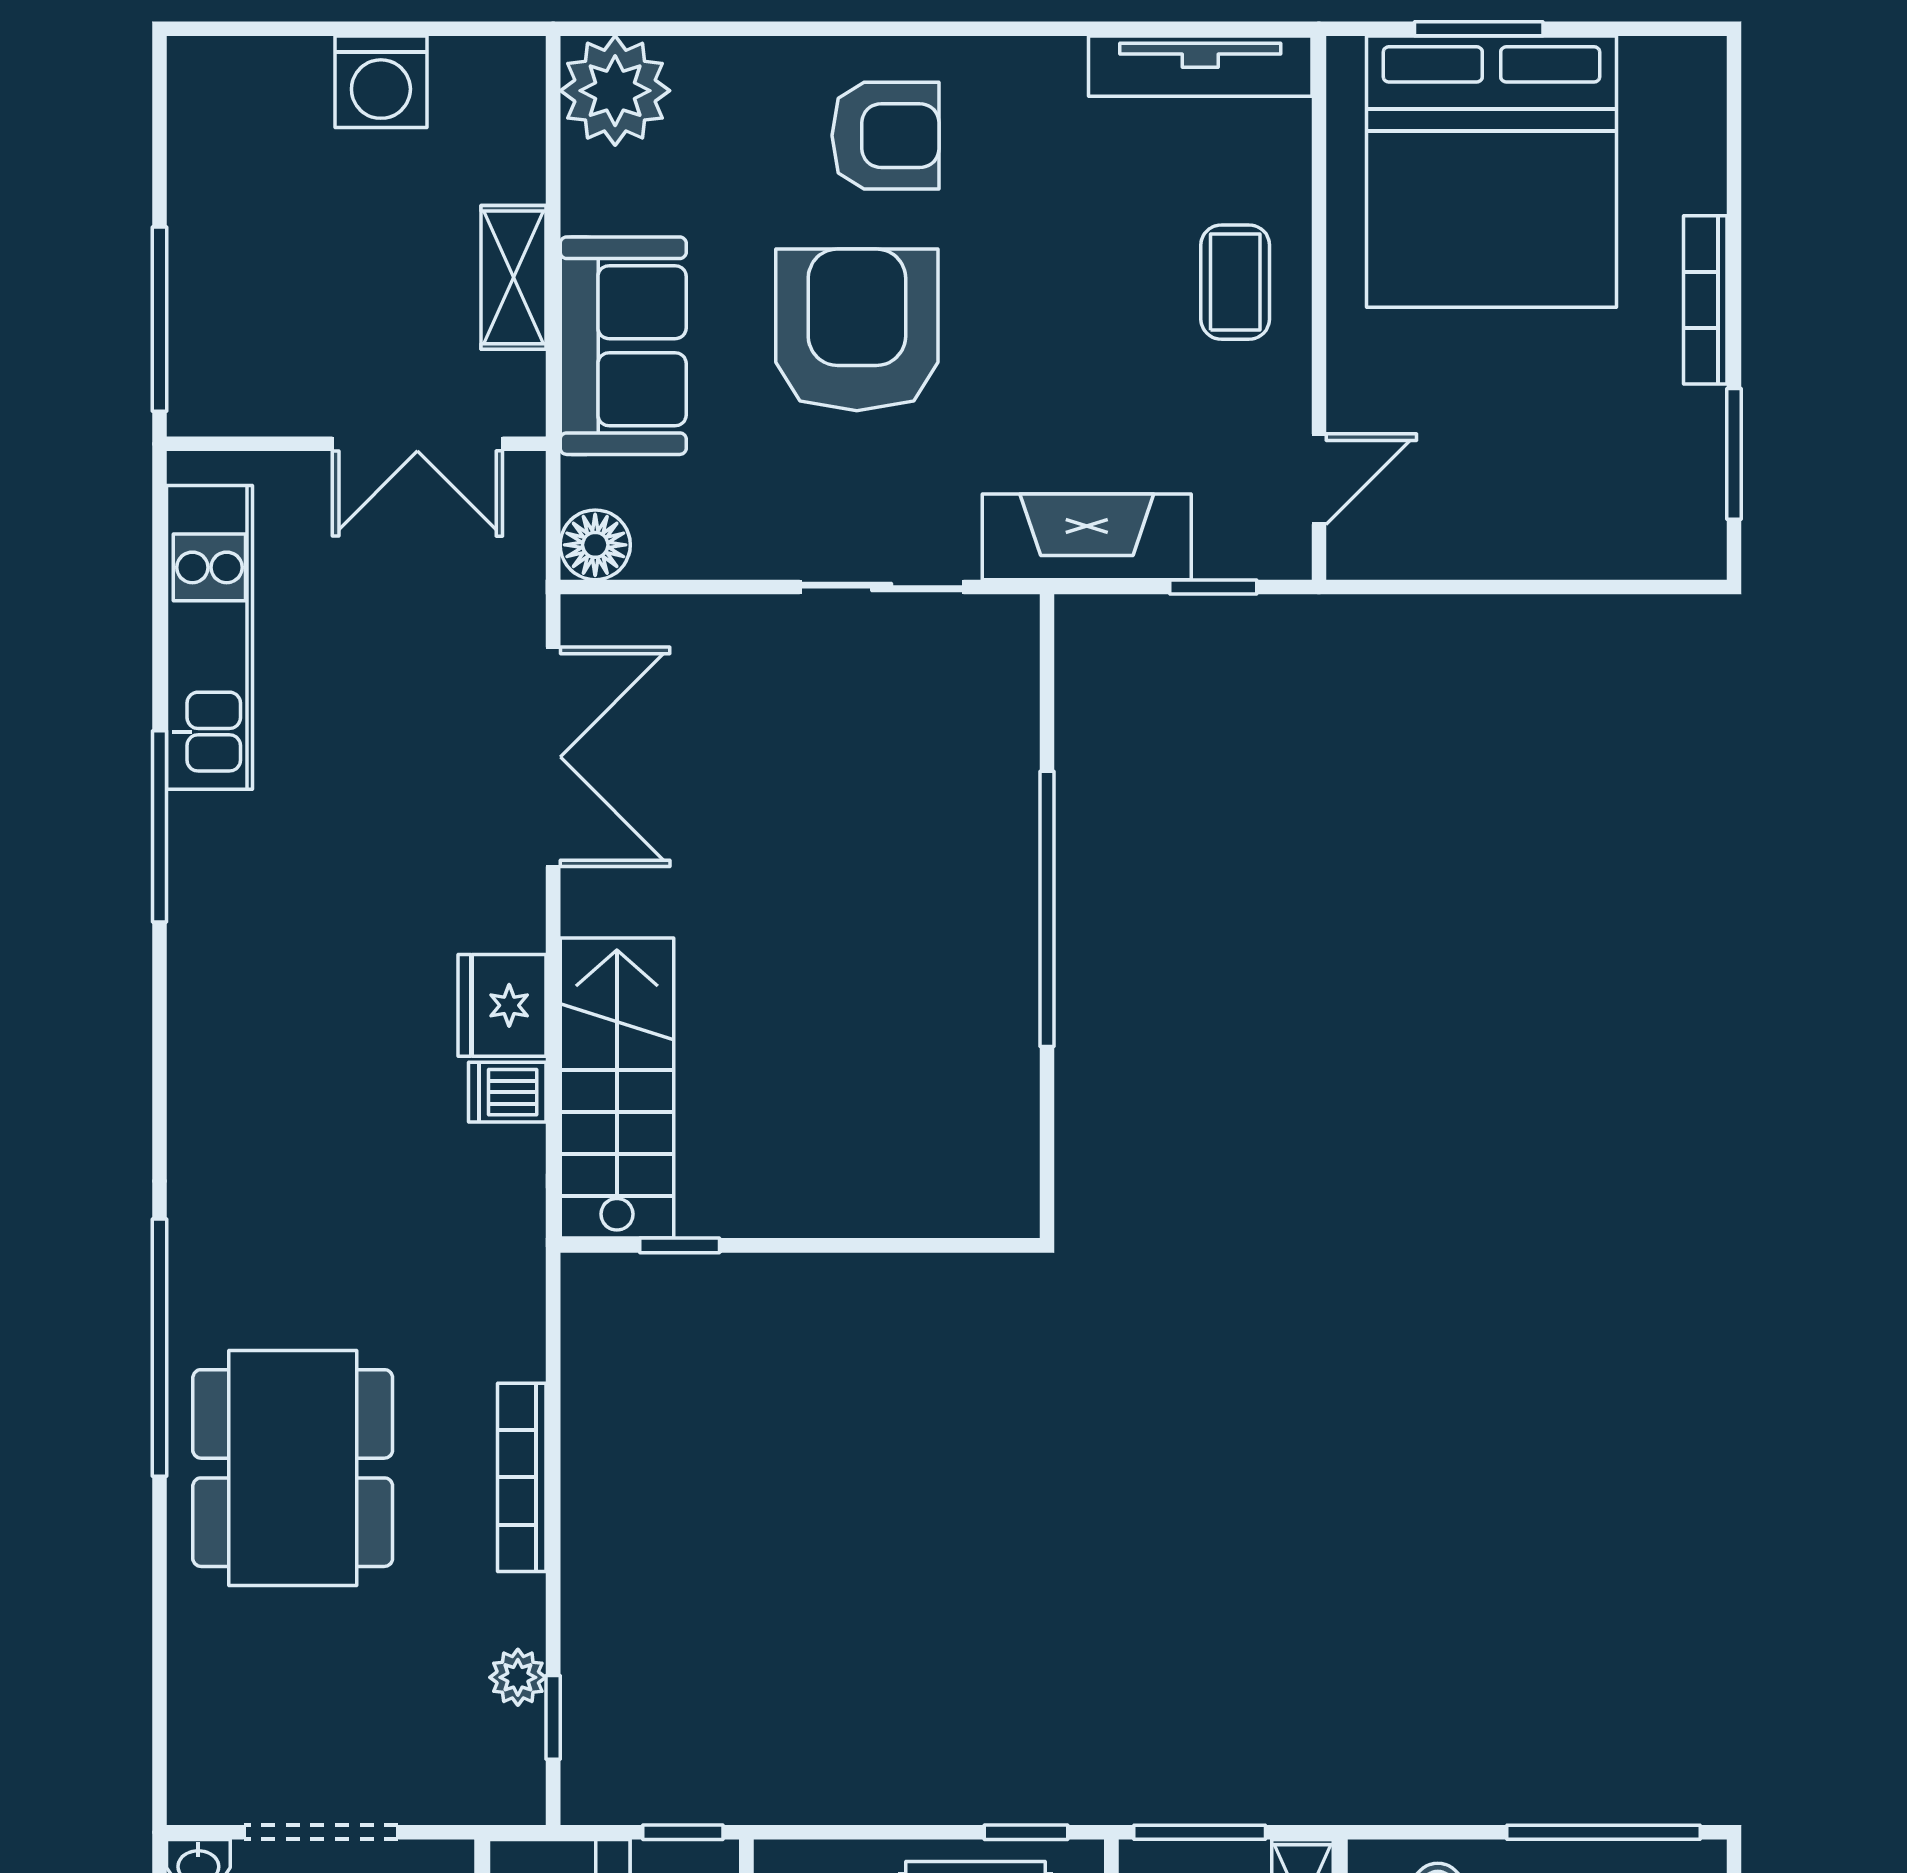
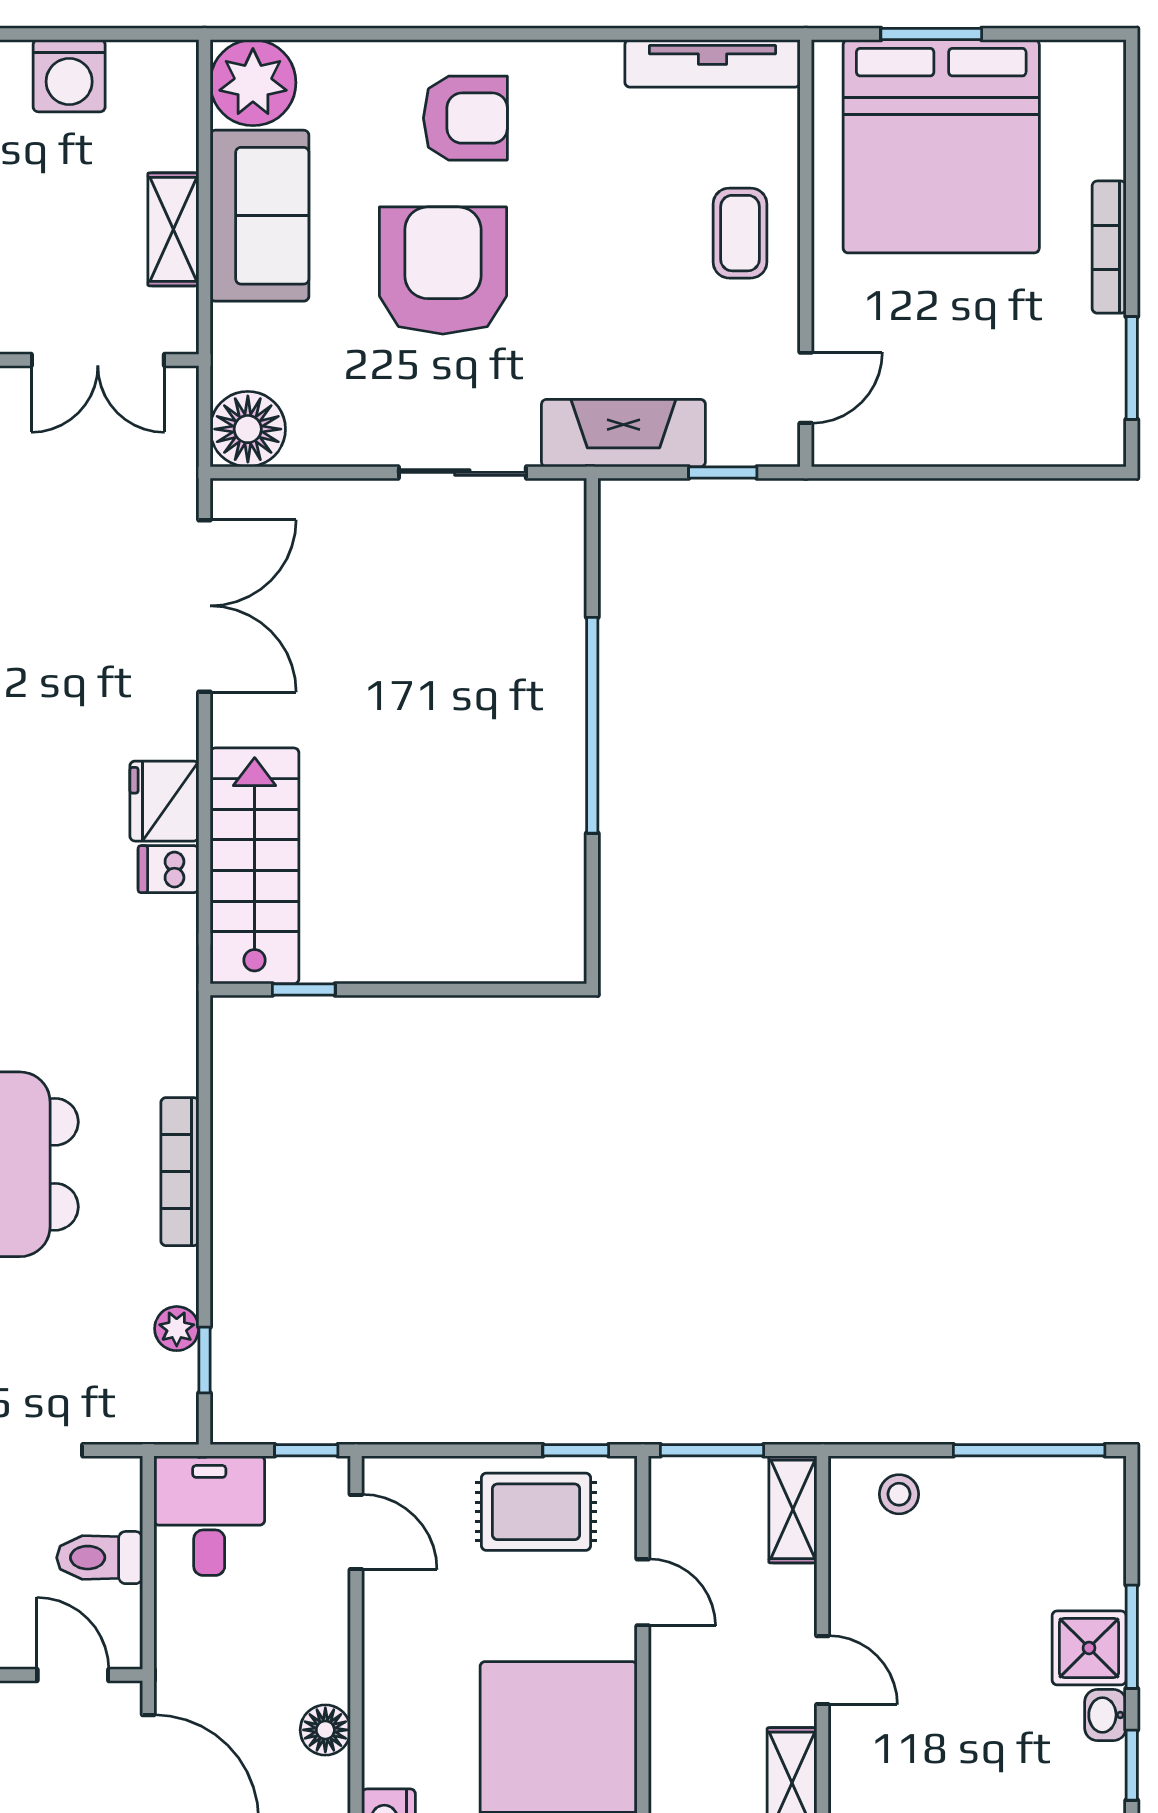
sofa: (623, 346) -> (259, 216), moved
floor lamp: (595, 545) -> (248, 429), width x1.38, depth x1.38

